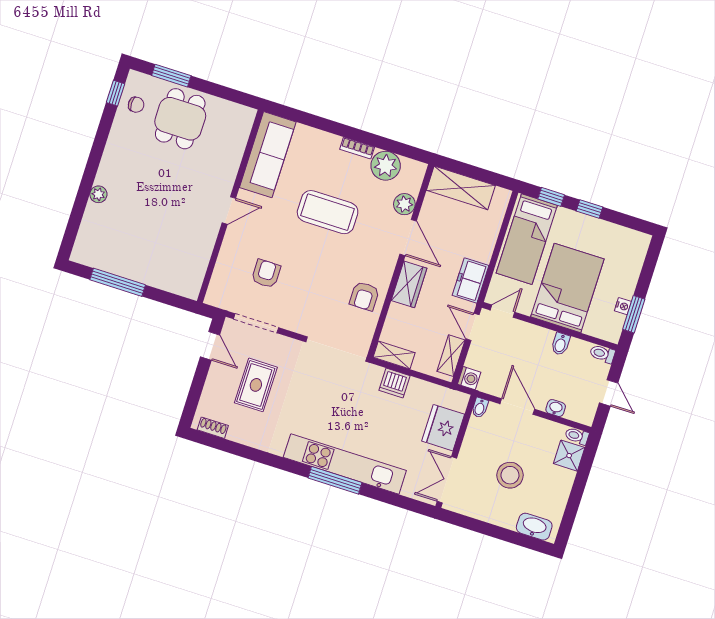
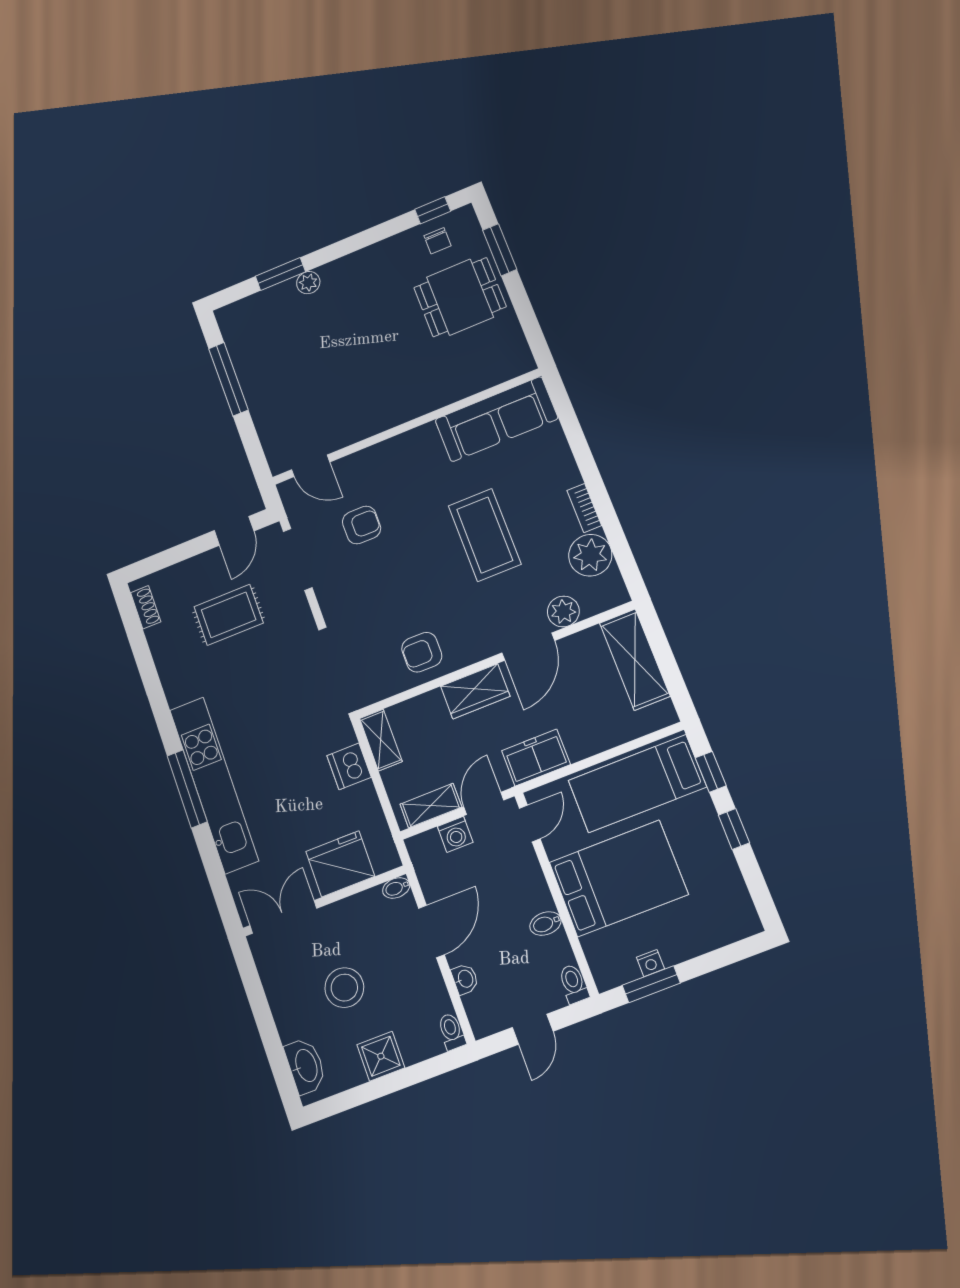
window: (80, 206) -> (280, 274), added
door: (229, 210) -> (311, 466), moved
door: (502, 311) -> (530, 823), hinge flipped
washing machine: (469, 378) -> (455, 834), moved
shower: (569, 456) -> (381, 1056), moved

